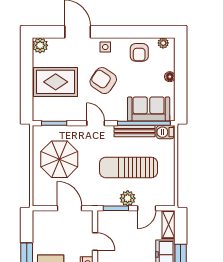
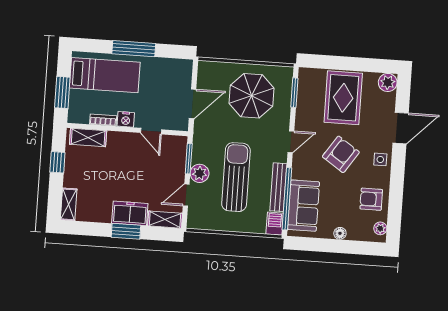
door: (147, 208) -> (186, 195), hinge flipped
door: (95, 242) -> (151, 131), hinge flipped

